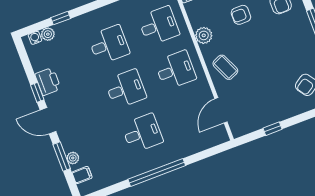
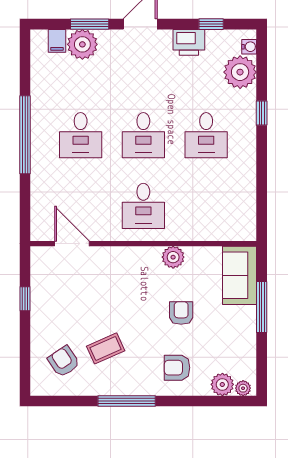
window: (61, 18) -> (262, 113), moved
desk: (159, 26) -> (206, 206), removed
plant: (48, 34) -> (240, 72), width x1.87, depth x1.87
coffee table: (225, 67) -> (106, 348), moved
window: (37, 92) -> (211, 24), moved
plant: (73, 158) -> (82, 44), width x1.87, depth x1.87

